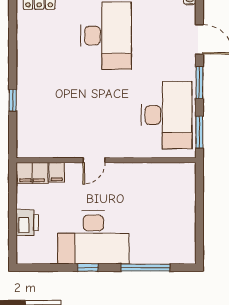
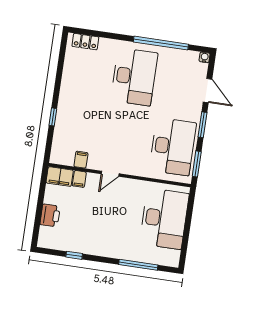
filing cabinet: (55, 148) -> (81, 160), added
desk: (93, 237) -> (164, 219), moved, turned -90
window: (88, 268) -> (74, 255), moved

